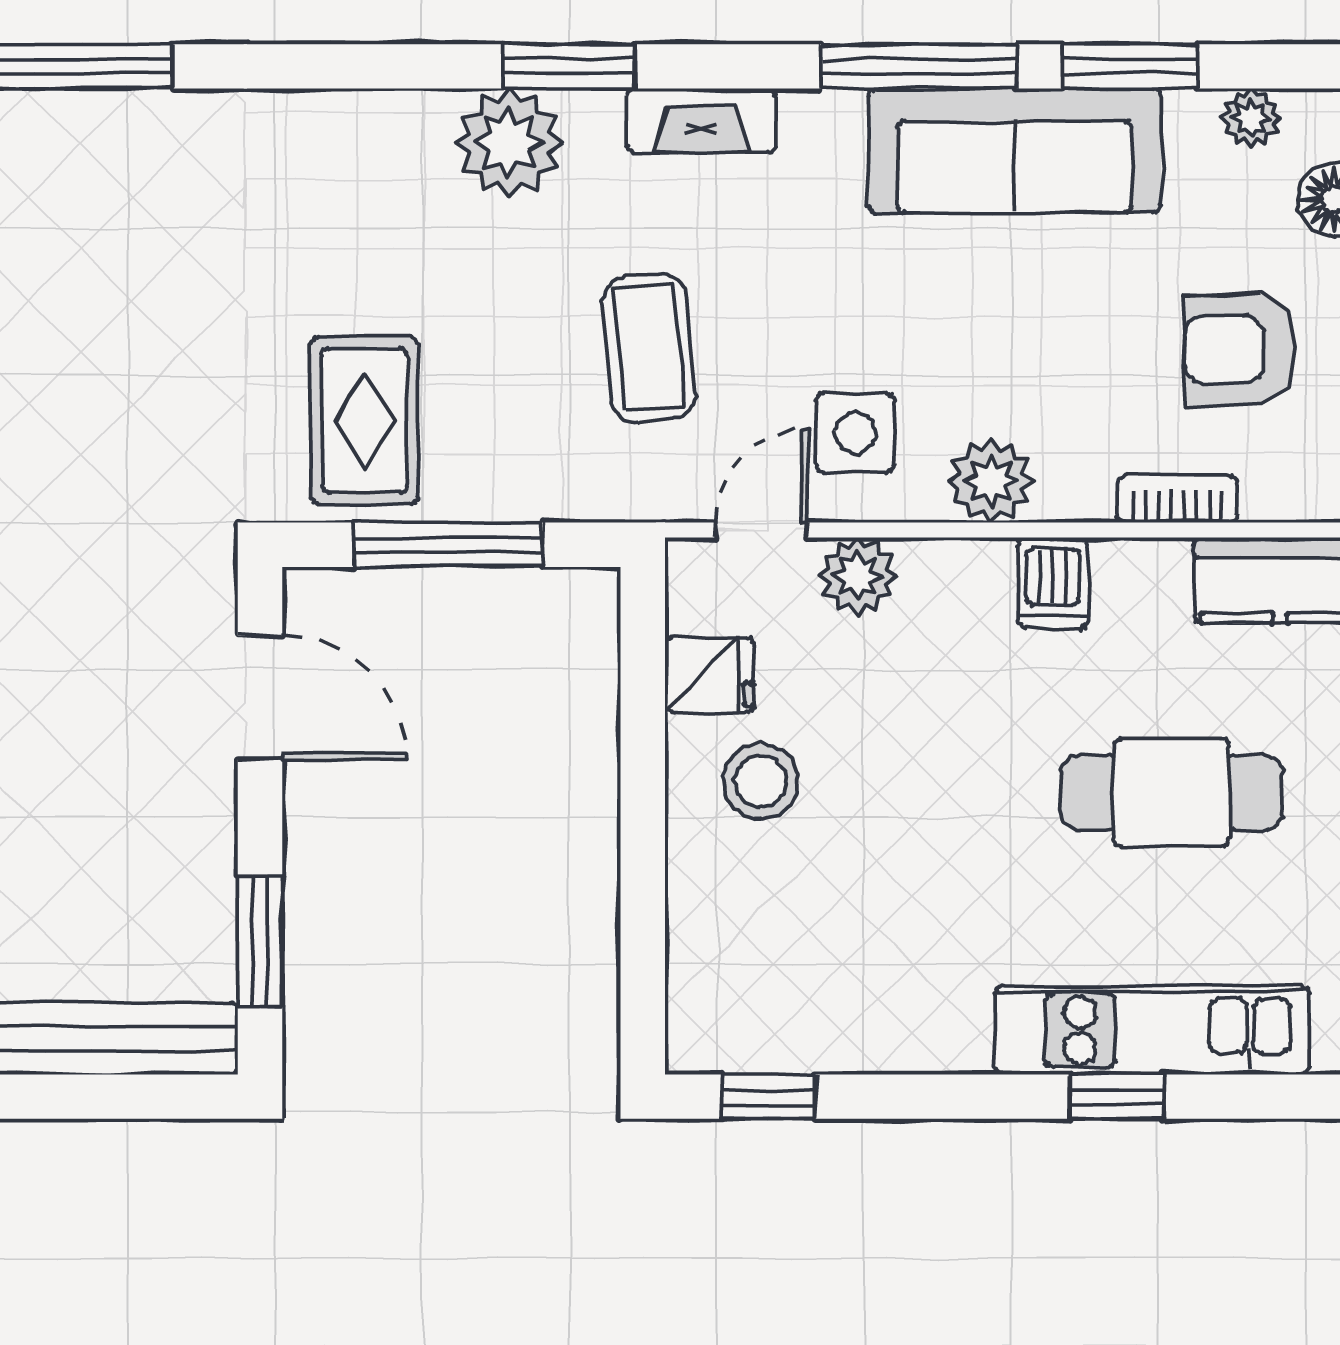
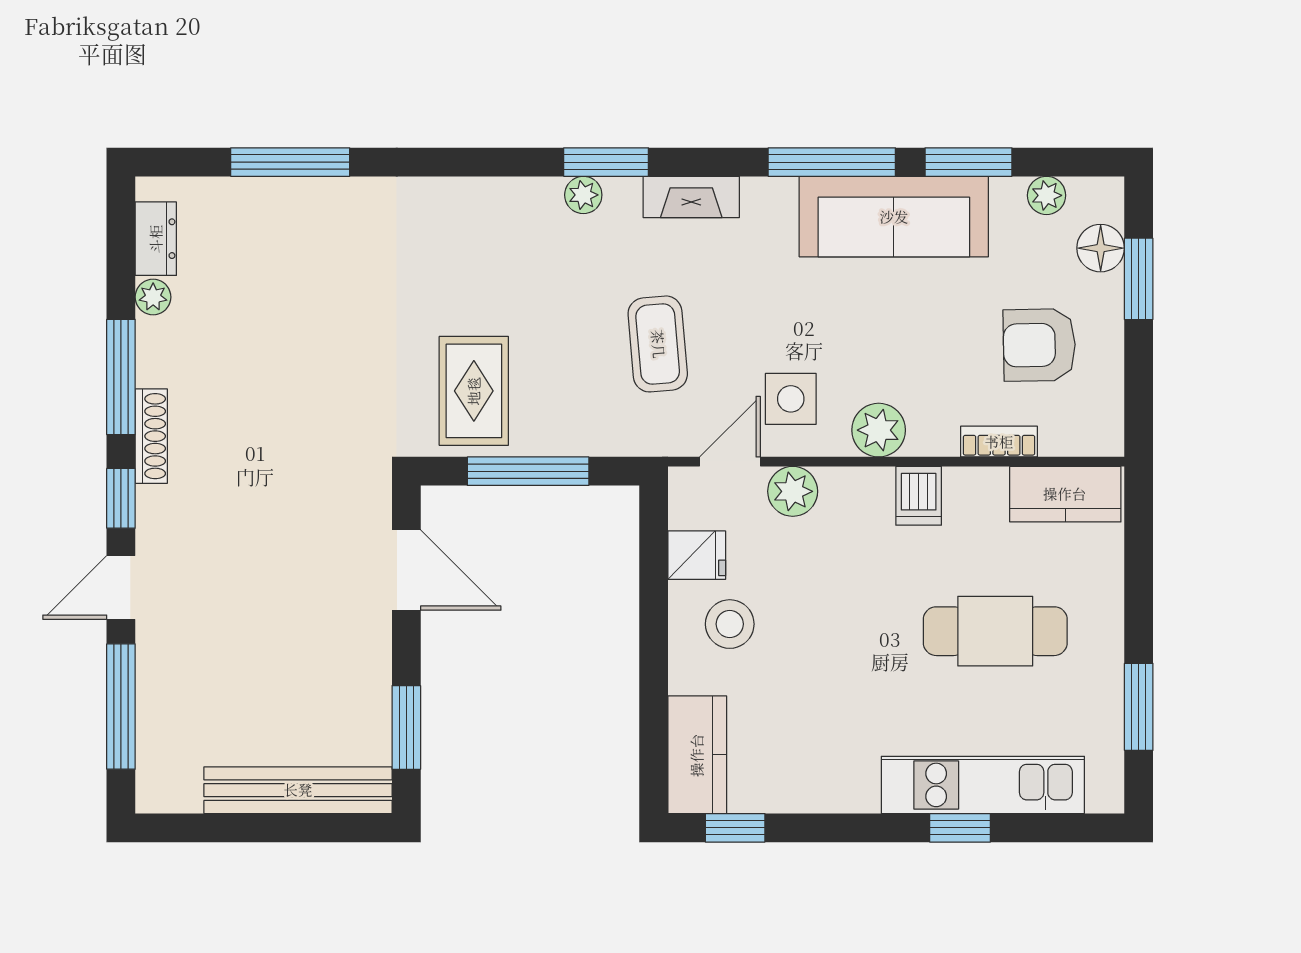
plant: (509, 143) -> (583, 195), width x0.53, depth x0.53
kitchen counter: (710, 984) -> (697, 755), added

